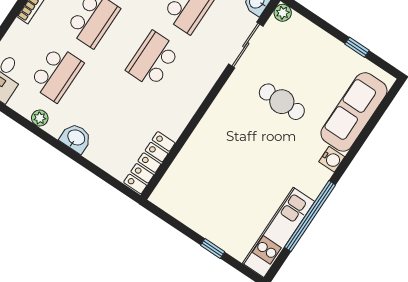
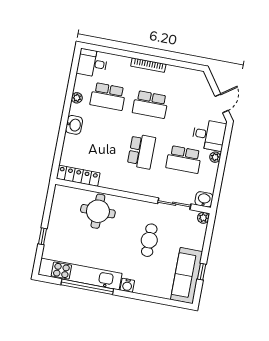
school desk: (153, 60) -> (141, 151), turned 90
sofa: (354, 112) -> (187, 276), moved, turned -90
round table: (211, 156) -> (98, 211), added
kitchen unit: (279, 232) -> (80, 274), width x1.36

